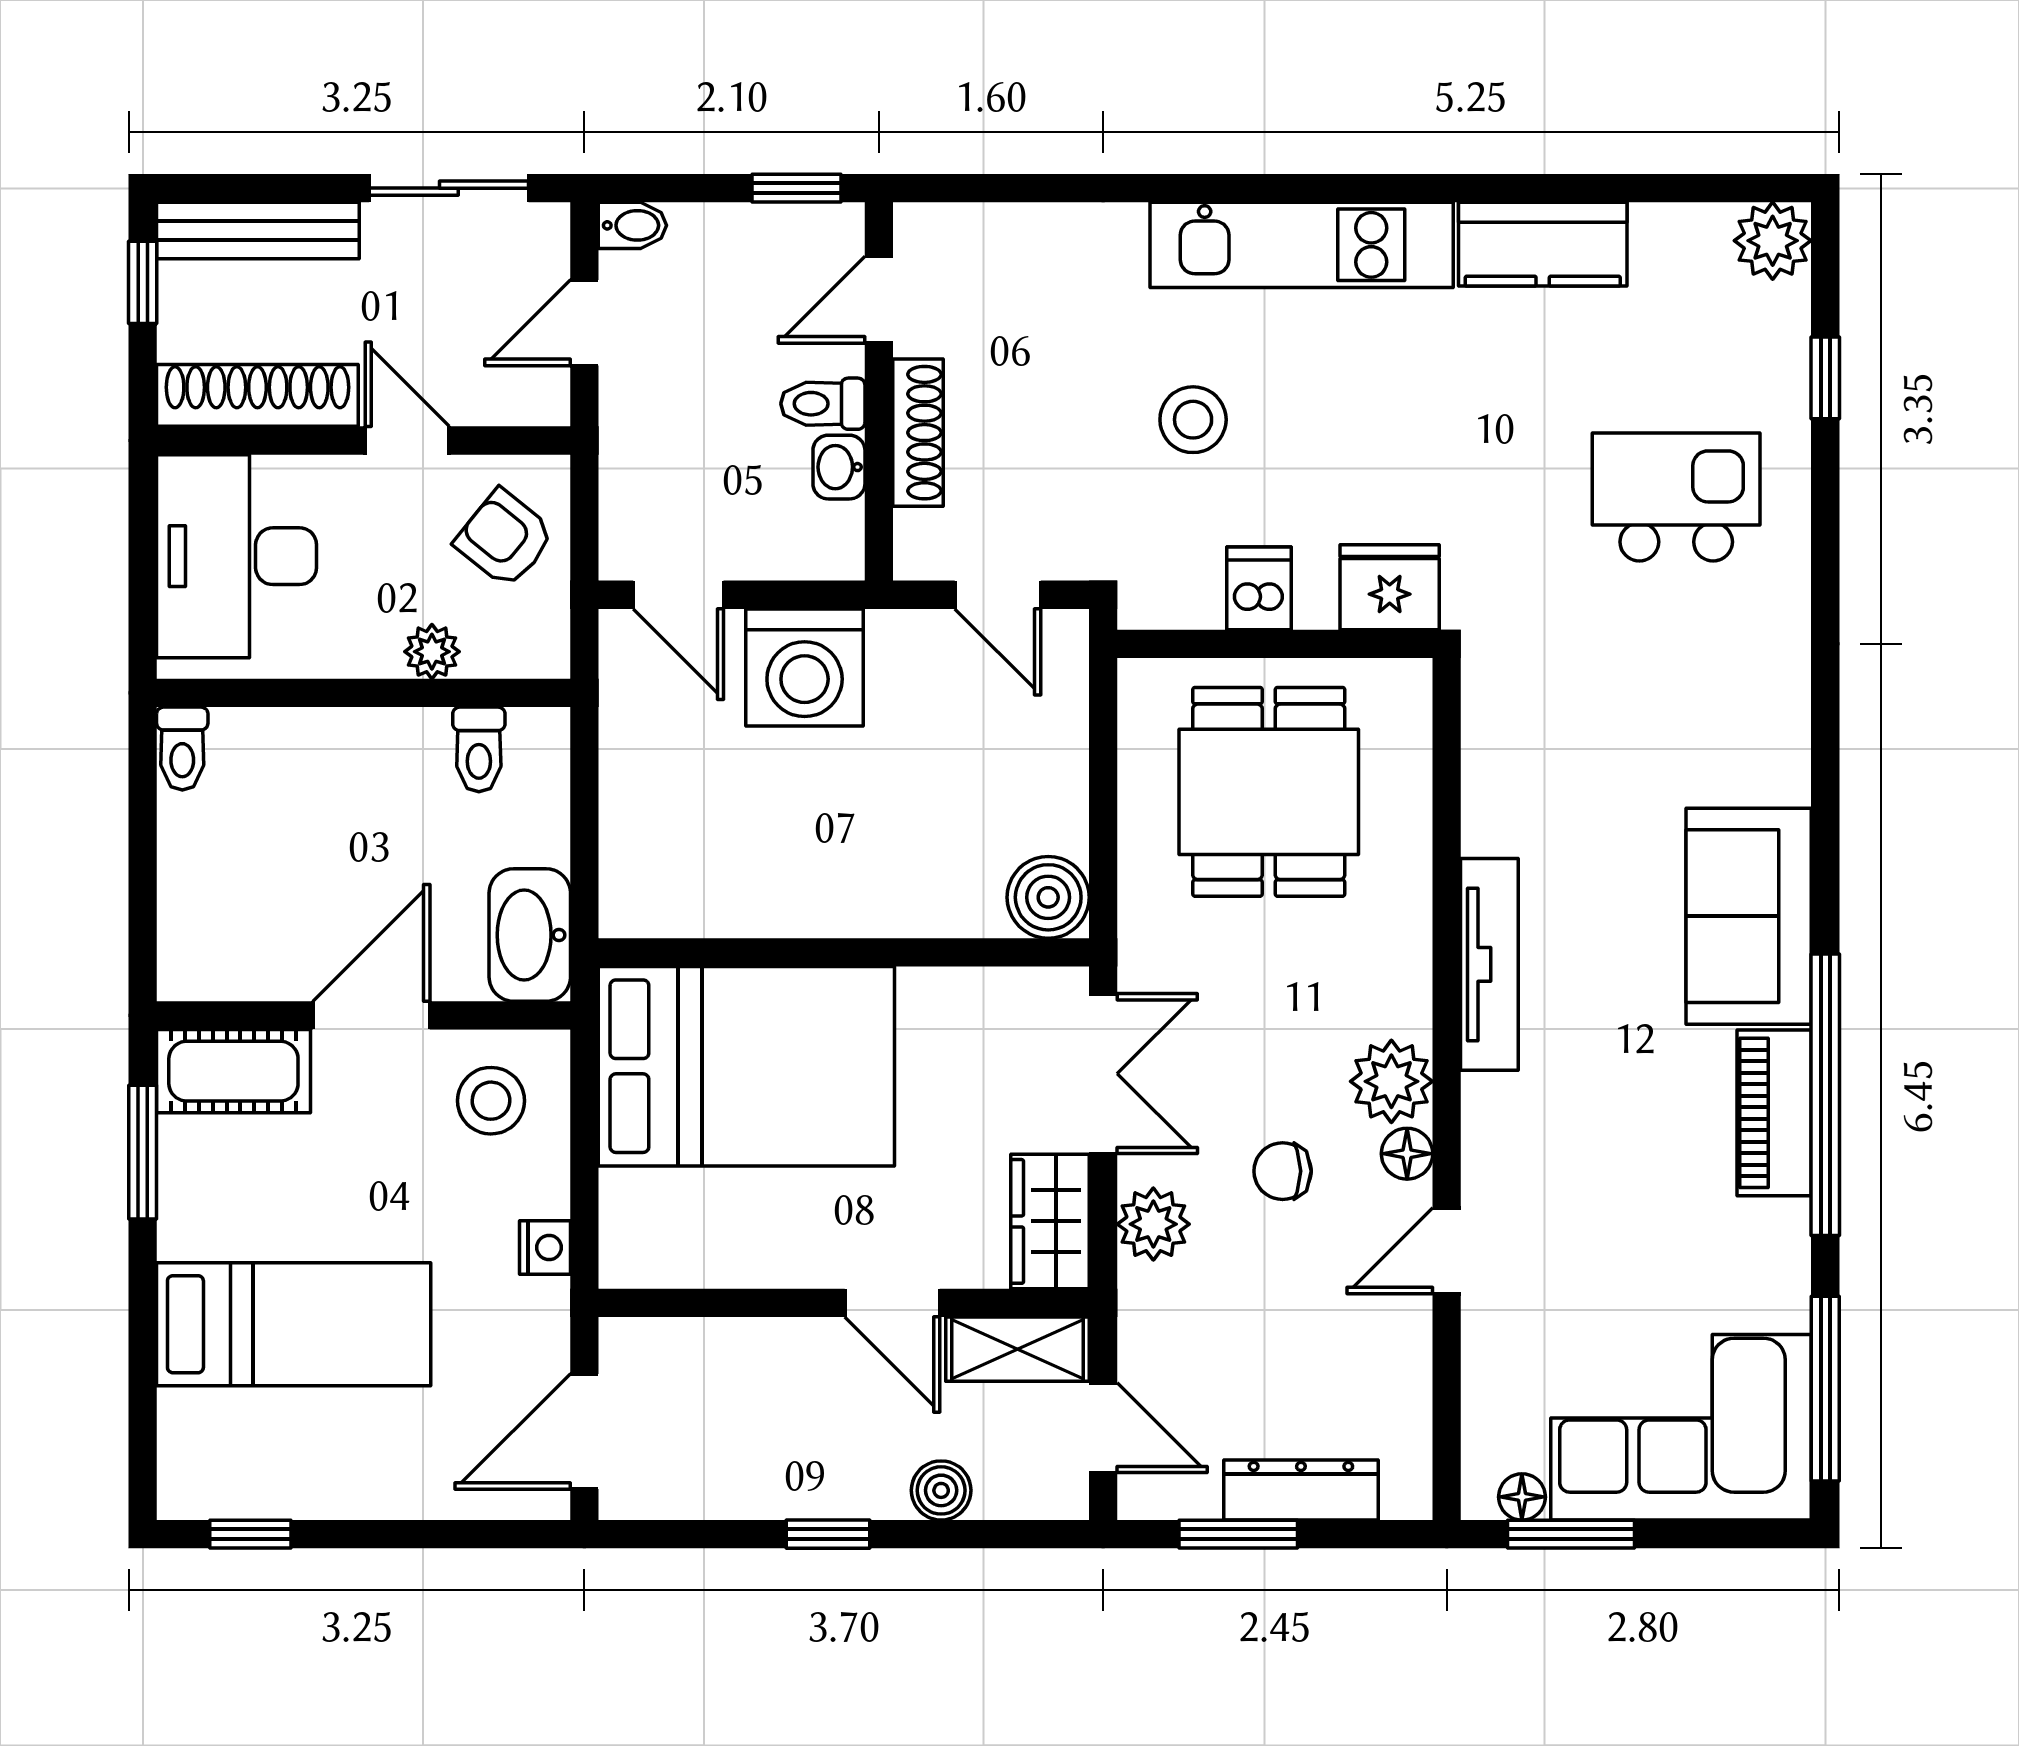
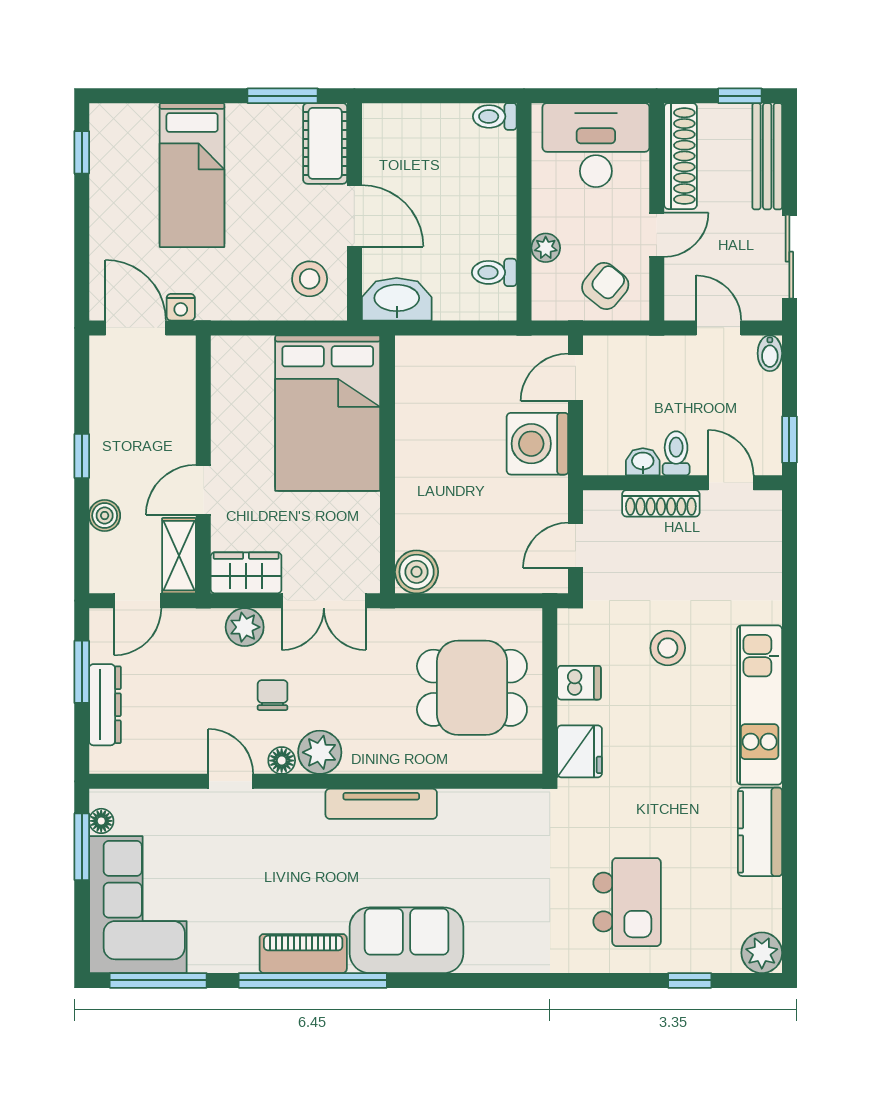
nightstand: (545, 1247) -> (181, 307), moved

